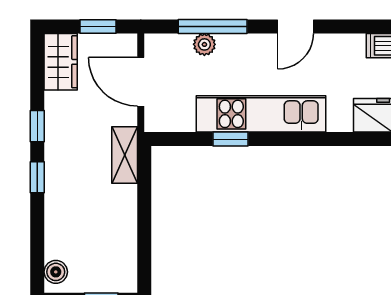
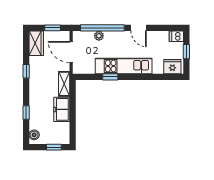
window: (213, 26) -> (102, 28), width x1.46
door: (295, 26) -> (139, 28), hinge flipped
window: (37, 177) -> (26, 112), moved
freezer: (119, 214) -> (62, 109), added

